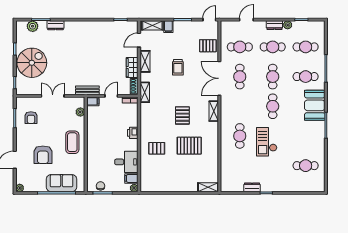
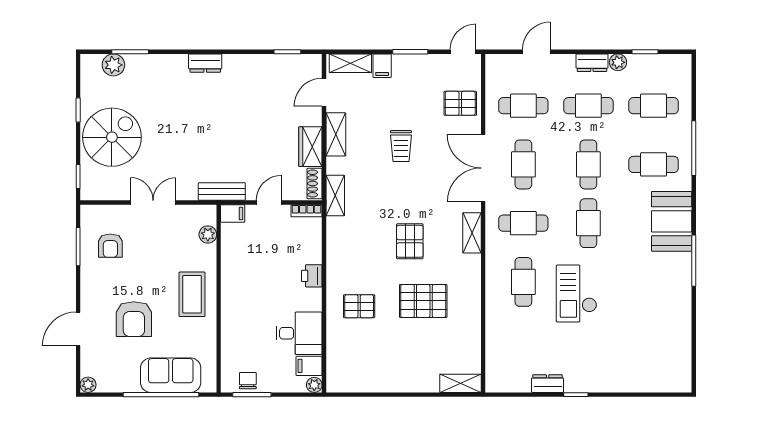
dresser: (56, 25) -> (205, 63), moved
cafe table: (306, 166) -> (523, 223), moved

